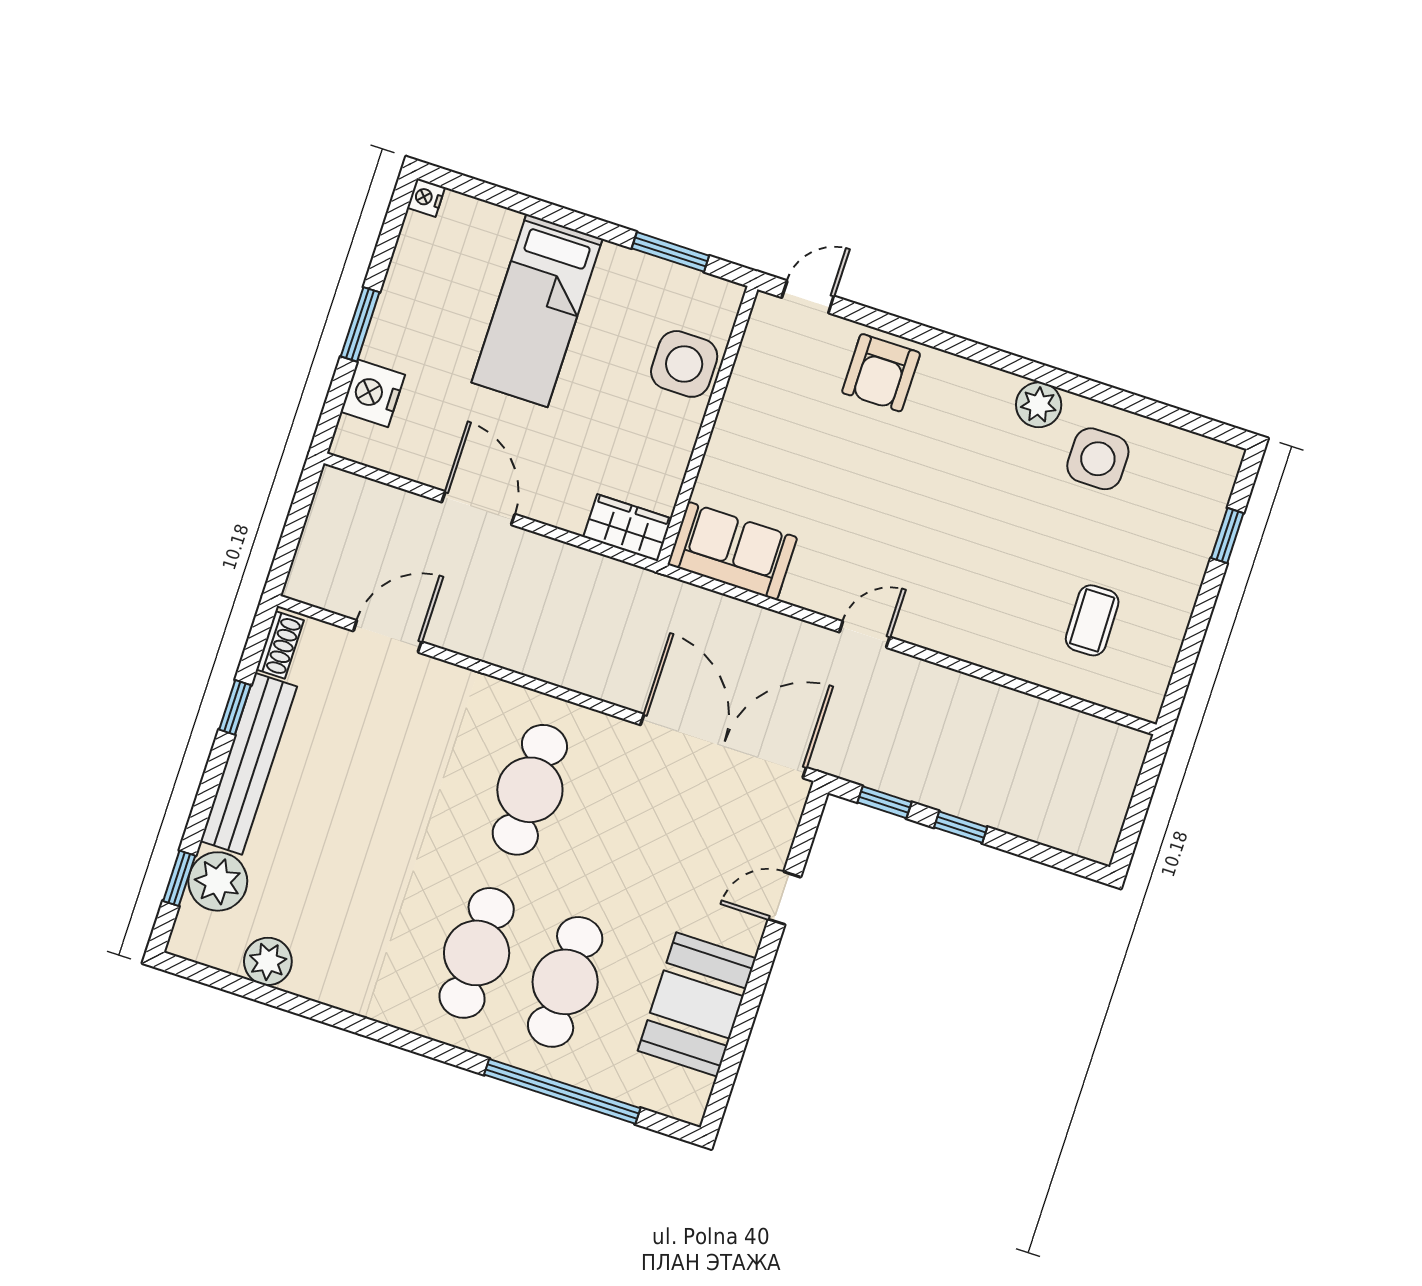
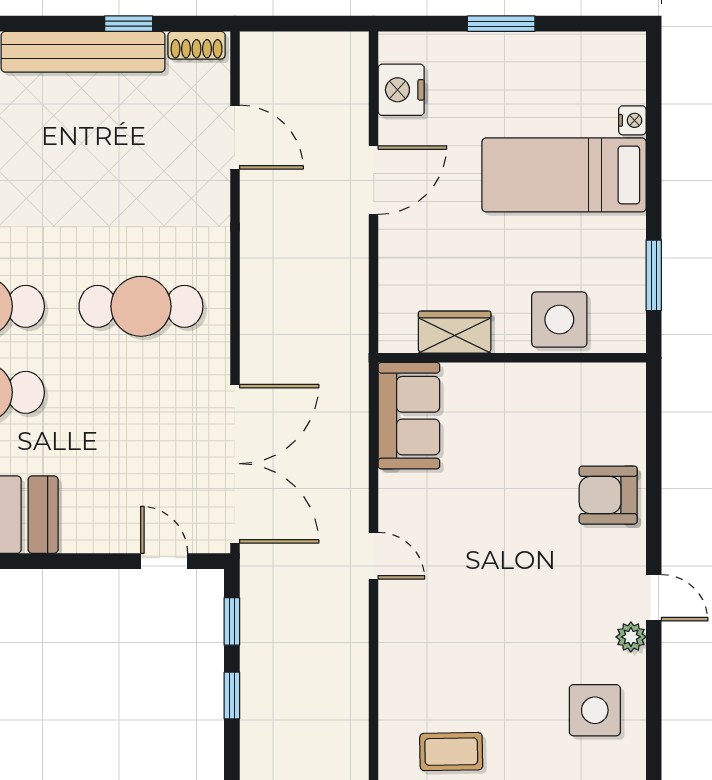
nightstand: (426, 197) -> (632, 120), moved, turned 90
door: (808, 297) -> (654, 598), moved
nightstand: (373, 393) -> (401, 90), moved, turned -90
plant: (1039, 405) -> (631, 637), width x0.73, depth x0.73
wardrobe: (628, 528) -> (455, 332), moved, turned -90
door: (784, 898) -> (164, 561), moved

